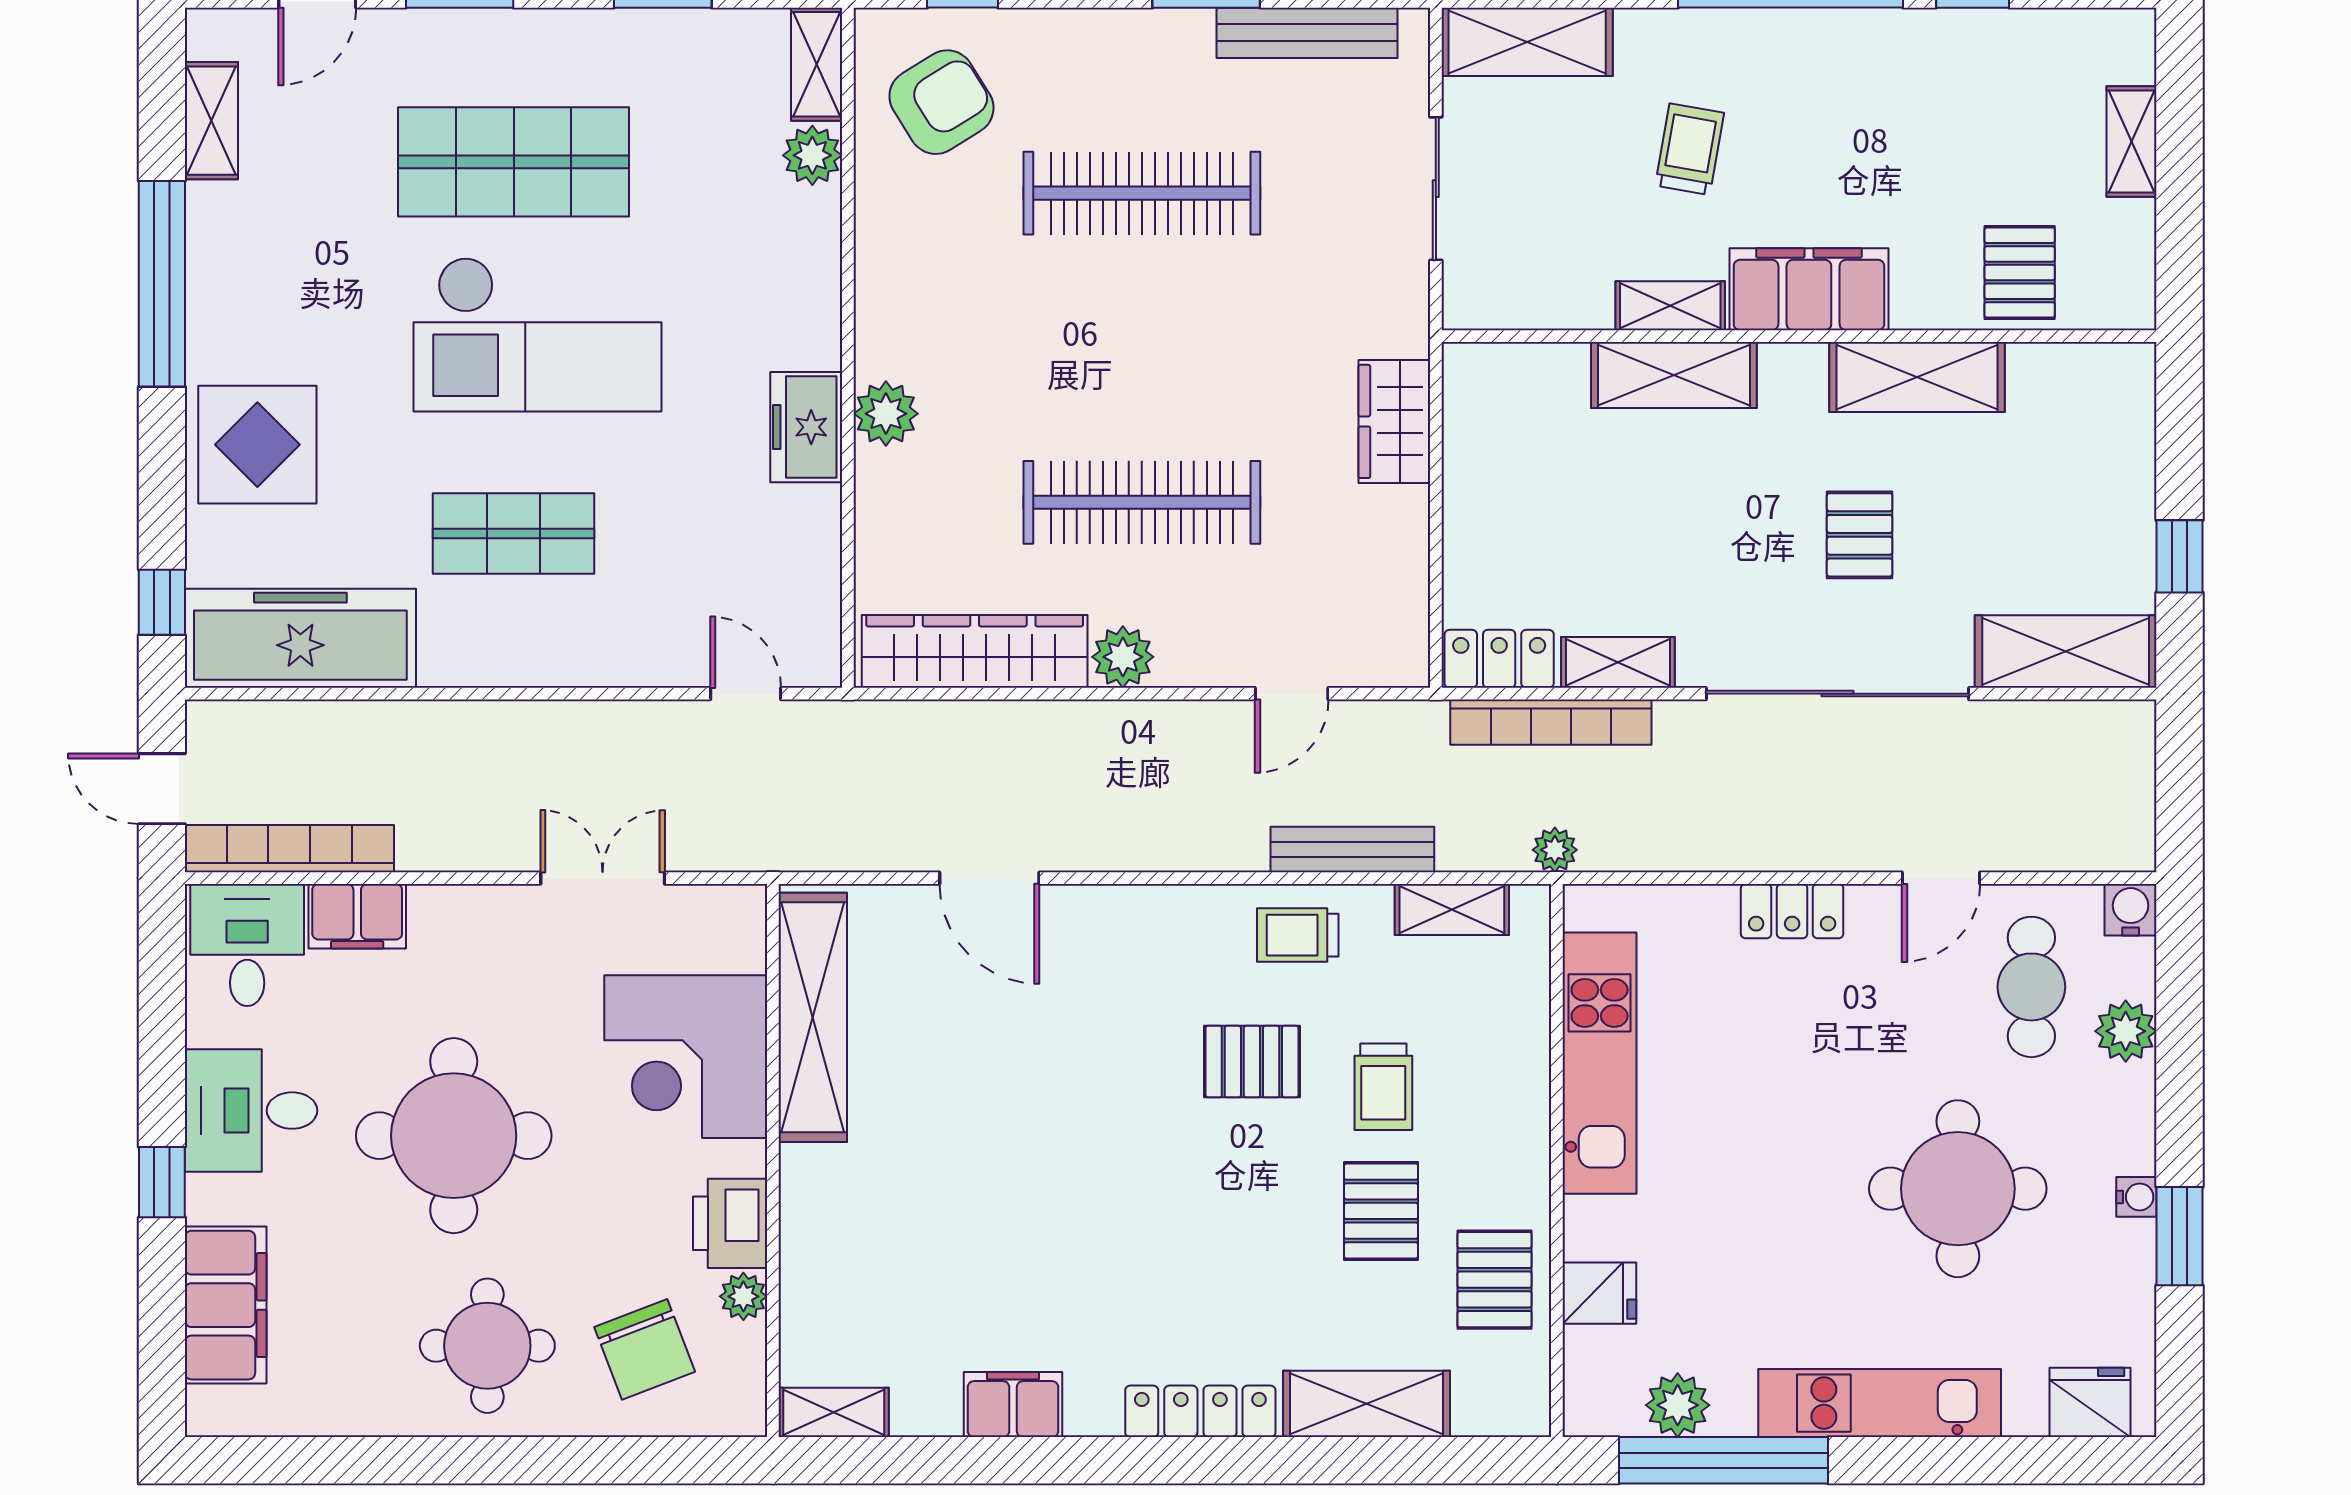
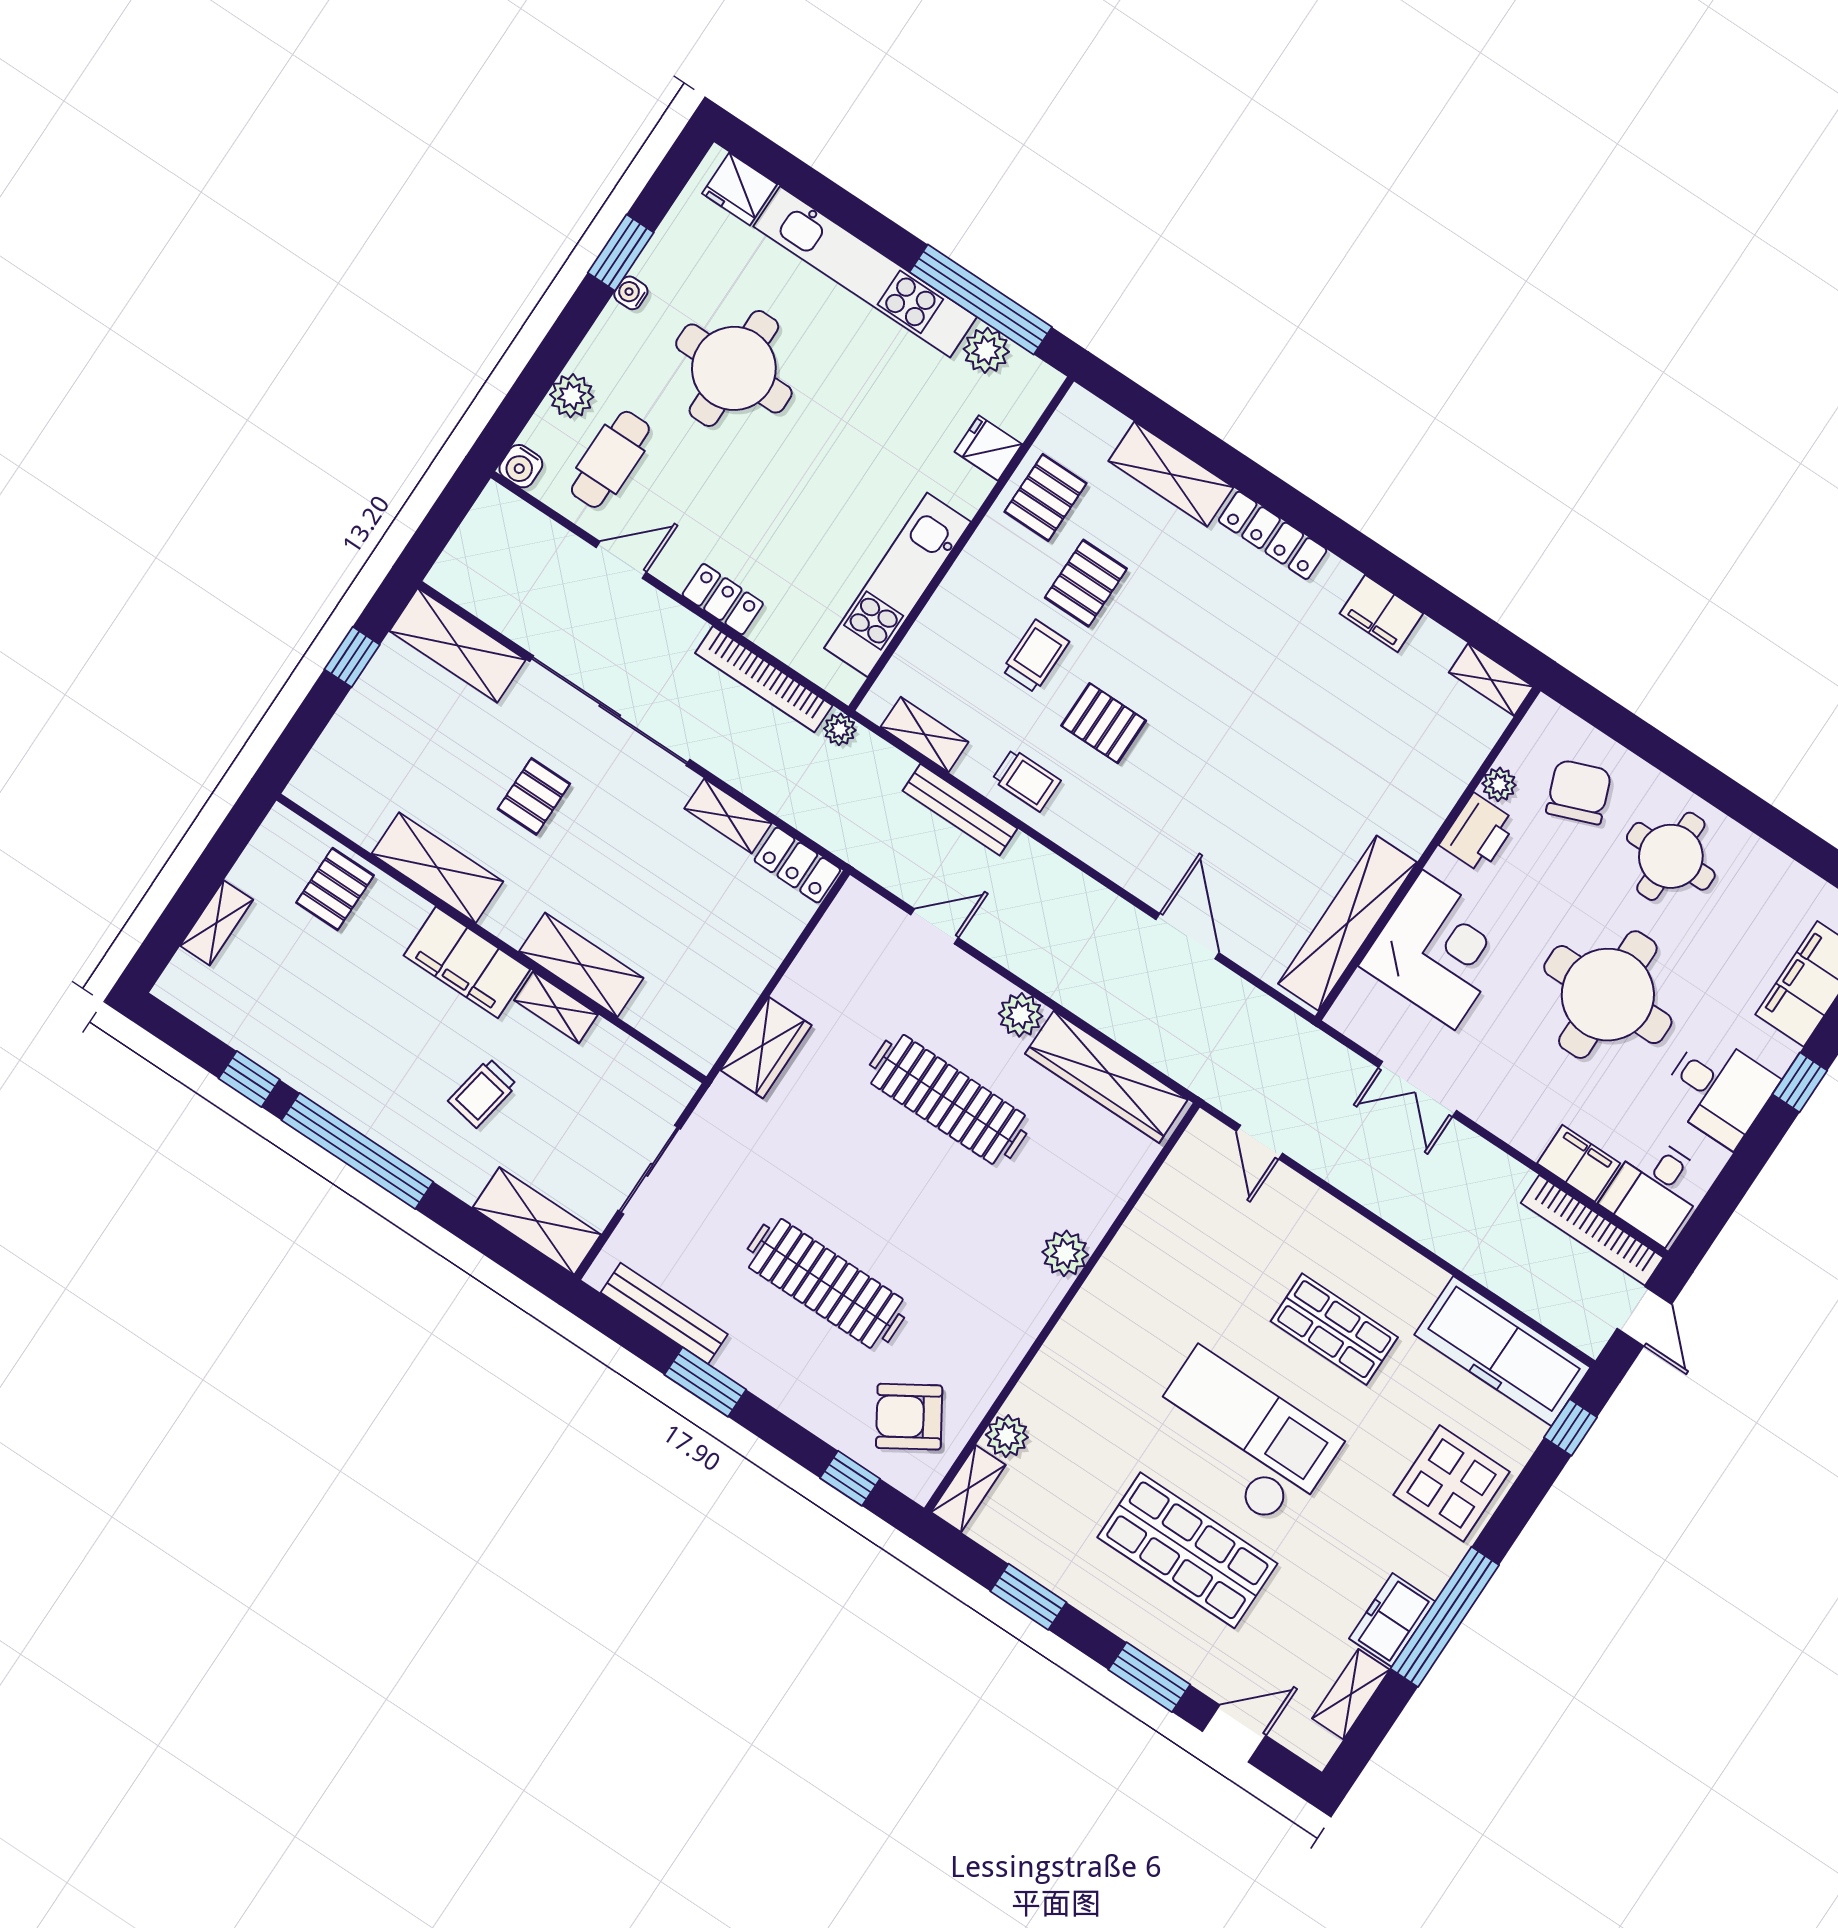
freezer: (806, 427) -> (1392, 1620), moved, turned 180
bookcase: (1551, 722) -> (764, 679), moved, turned 180
kitchen unit: (1880, 1403) -> (865, 272), width x1.36

